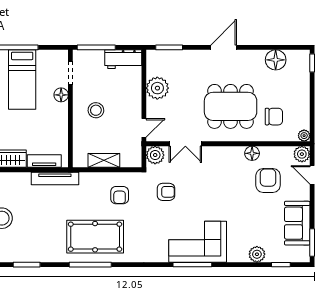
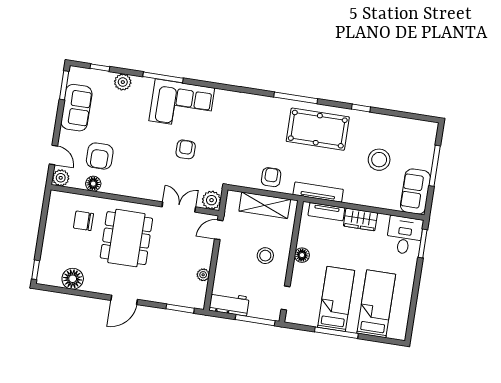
plant: (157, 88) -> (203, 275), width x0.53, depth x0.53
floor lamp: (61, 95) -> (302, 255), moved
dining table: (231, 106) -> (126, 238), turned 90
plant: (304, 136) -> (56, 196), removed
floor lamp: (252, 153) -> (93, 184), moved
shelving: (104, 160) -> (265, 205), width x1.50, depth x1.33
armchair: (166, 192) -> (186, 149), moved, turned 90
armchair: (120, 195) -> (271, 177), moved
pool table: (95, 237) -> (318, 129), moved
window: (27, 265) -> (361, 108), width x0.67
window: (192, 265) -> (163, 77), moved

